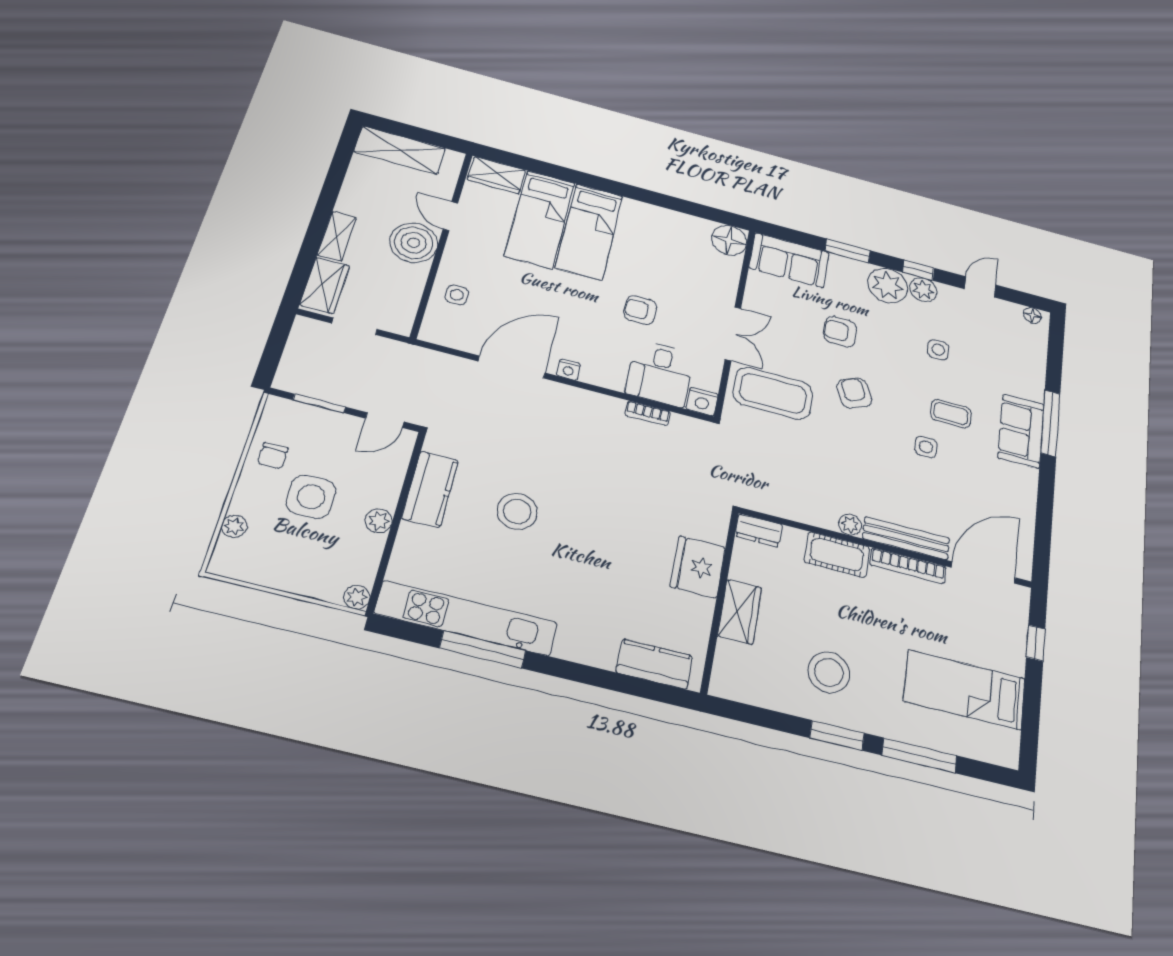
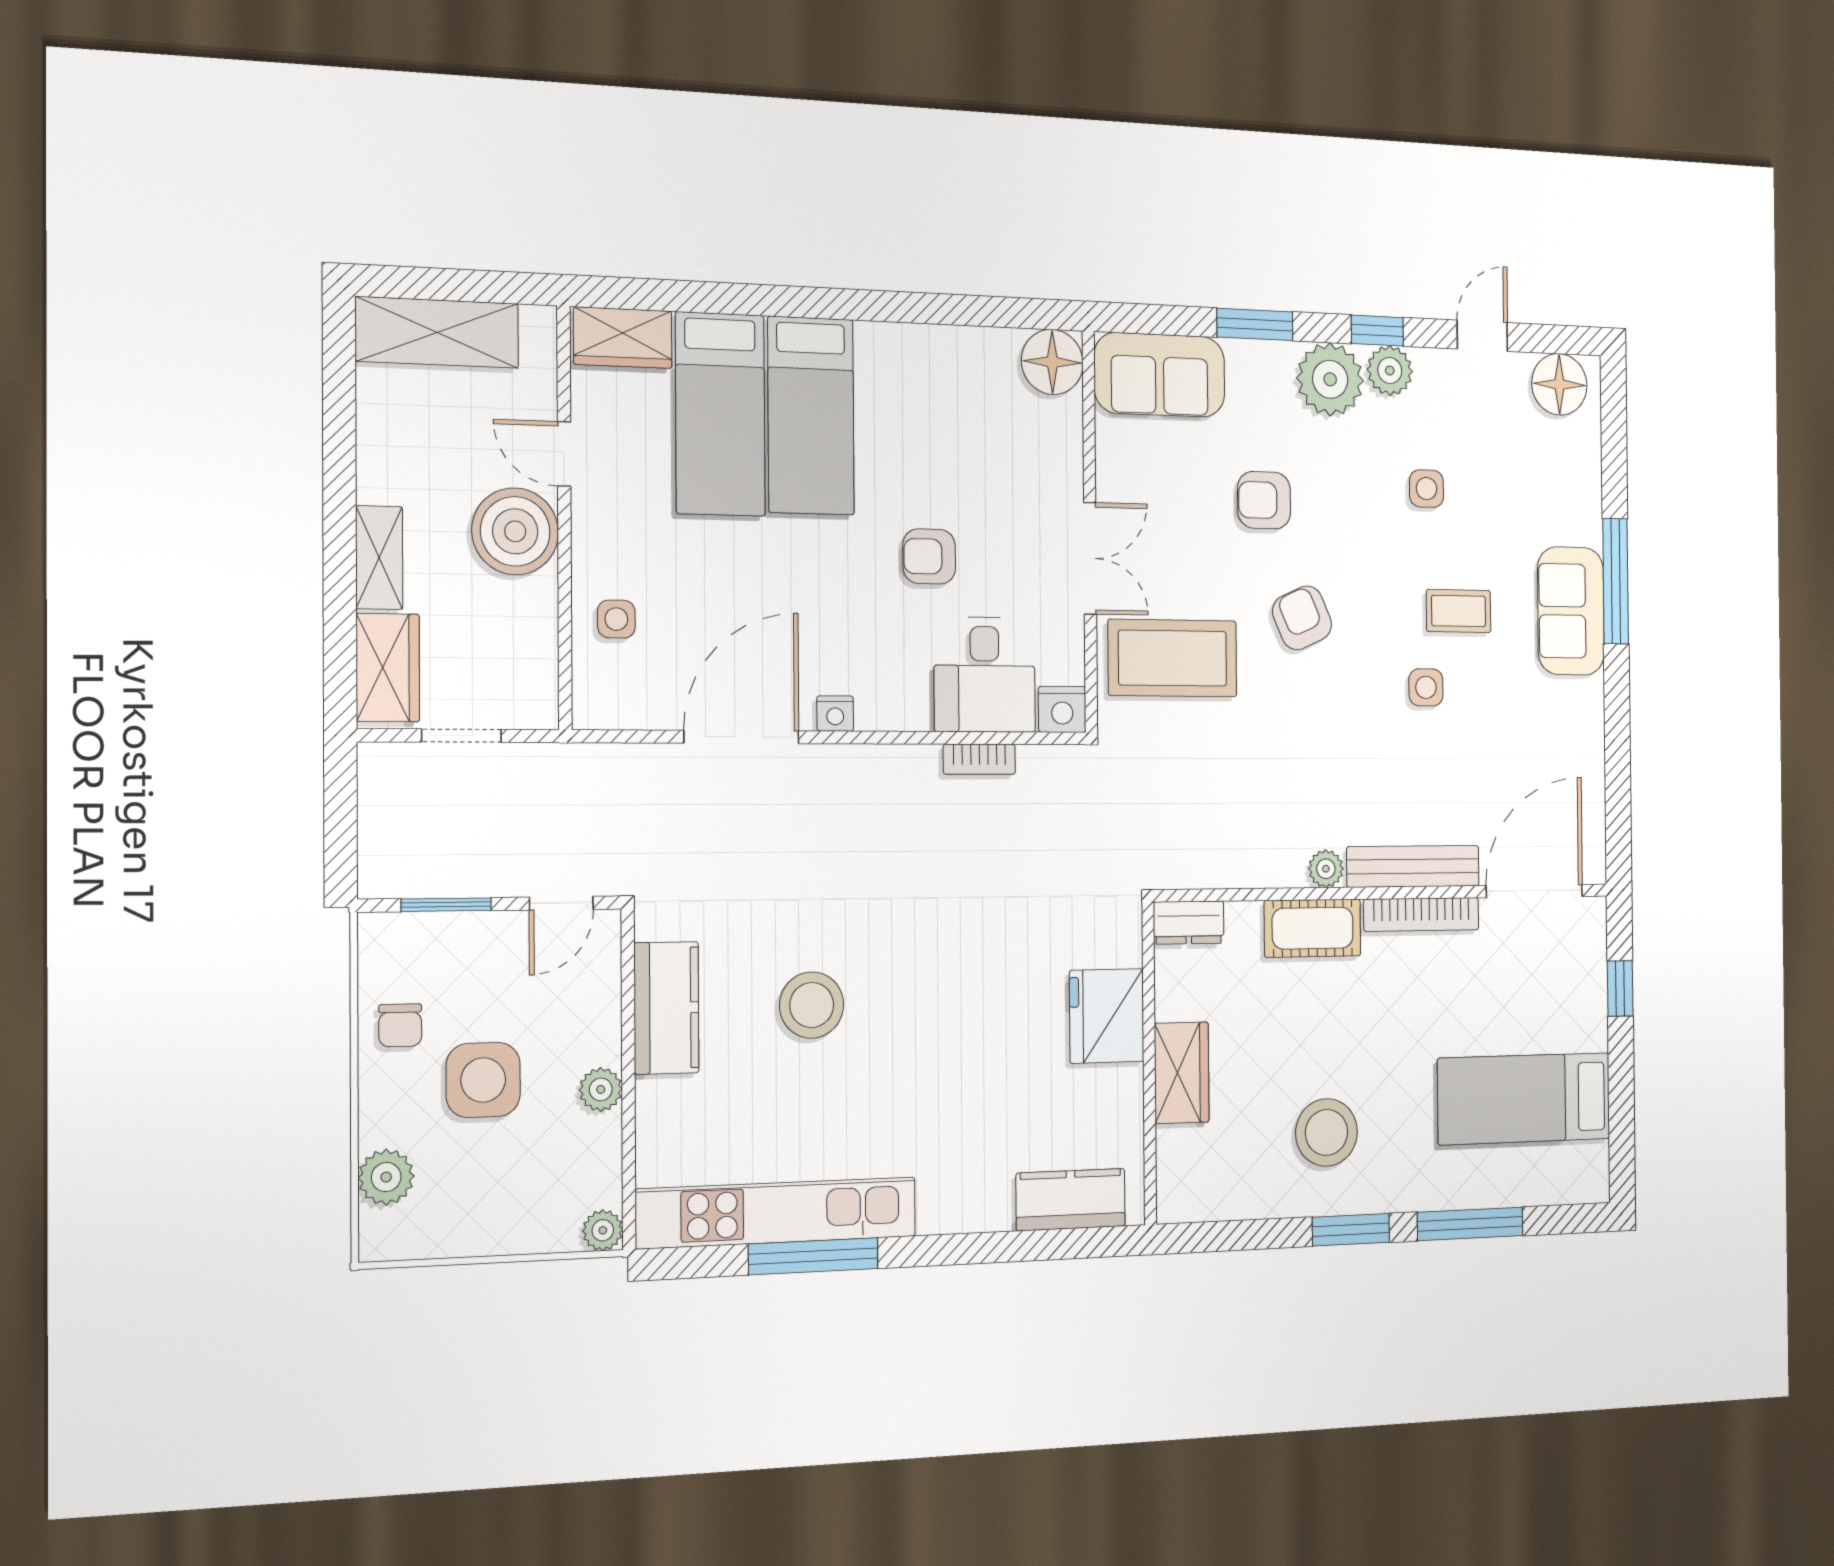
floor lamp: (1032, 315) -> (1559, 384), width x1.89, depth x1.89
plant: (234, 526) -> (386, 1177), width x1.38, depth x1.38

